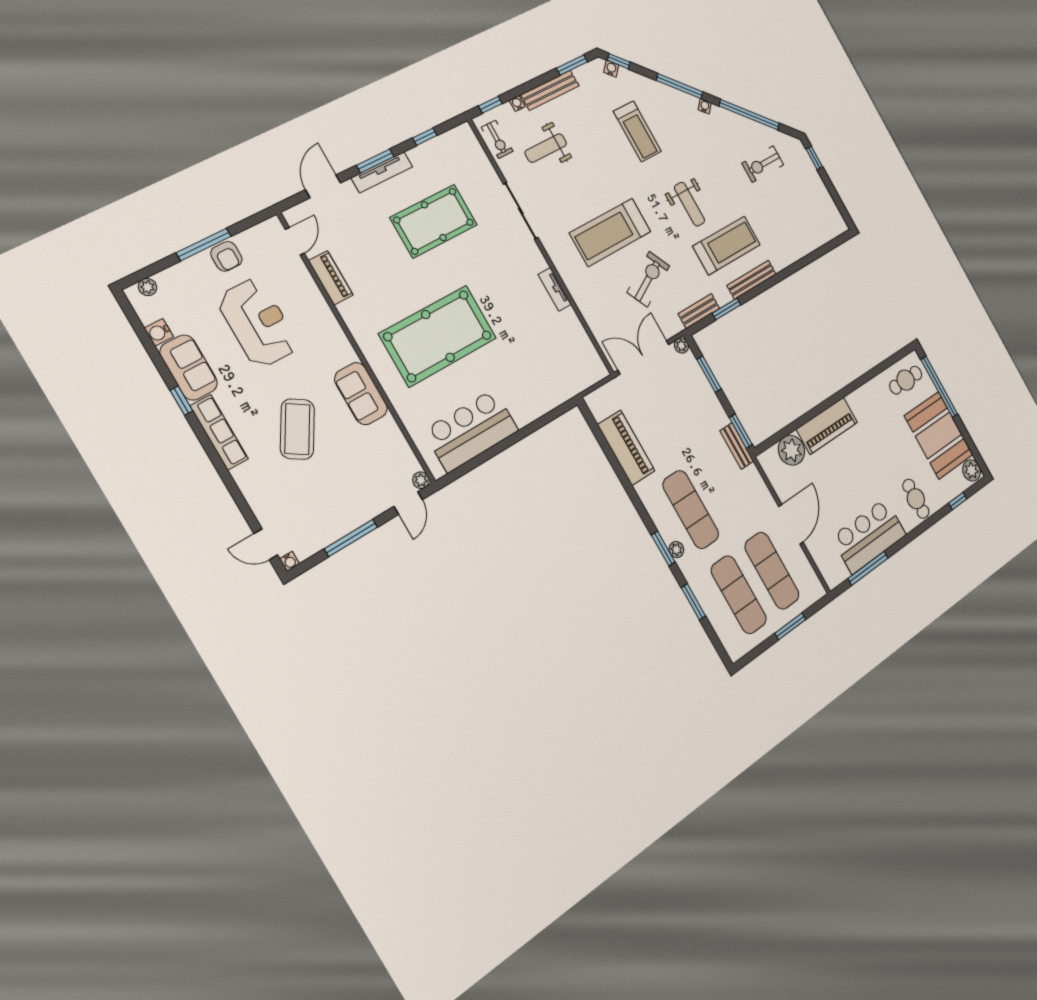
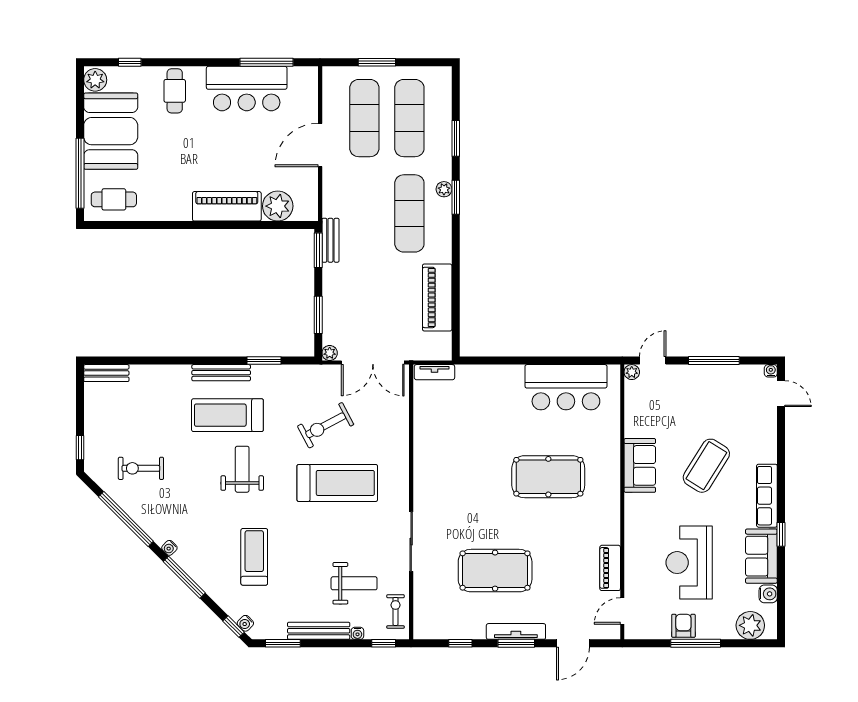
exercise bike: (763, 164) -> (141, 468), turned 180
plant: (148, 287) -> (750, 625), width x1.88, depth x1.88
tv unit: (555, 289) -> (434, 372), moved, turned 90
bench: (699, 311) -> (106, 373), moved
pool table: (438, 336) -> (548, 477), width x0.73, depth x0.76

